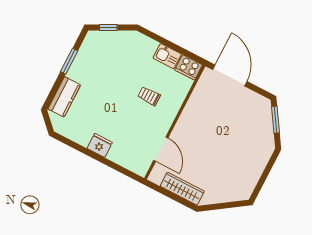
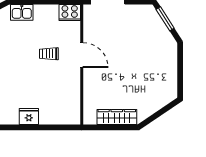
kitchen sink: (167, 56) -> (22, 12), moved
door: (161, 149) -> (82, 55), moved

